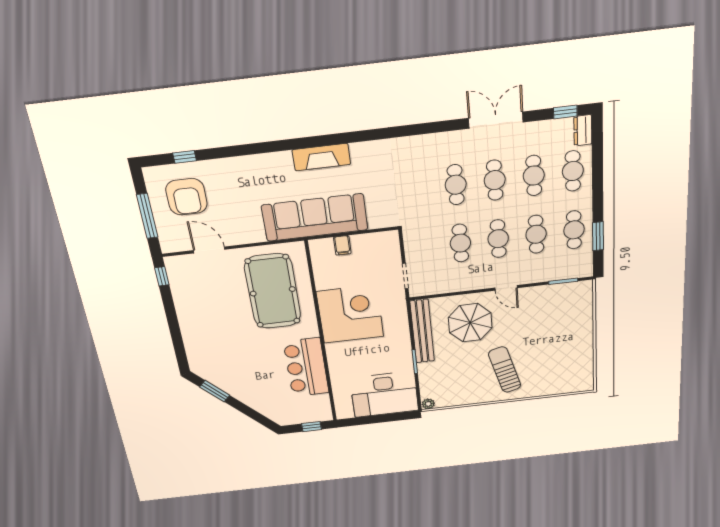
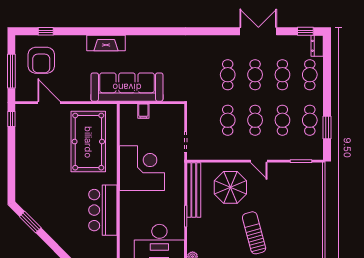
fireplace: (321, 157) -> (106, 43), moved

